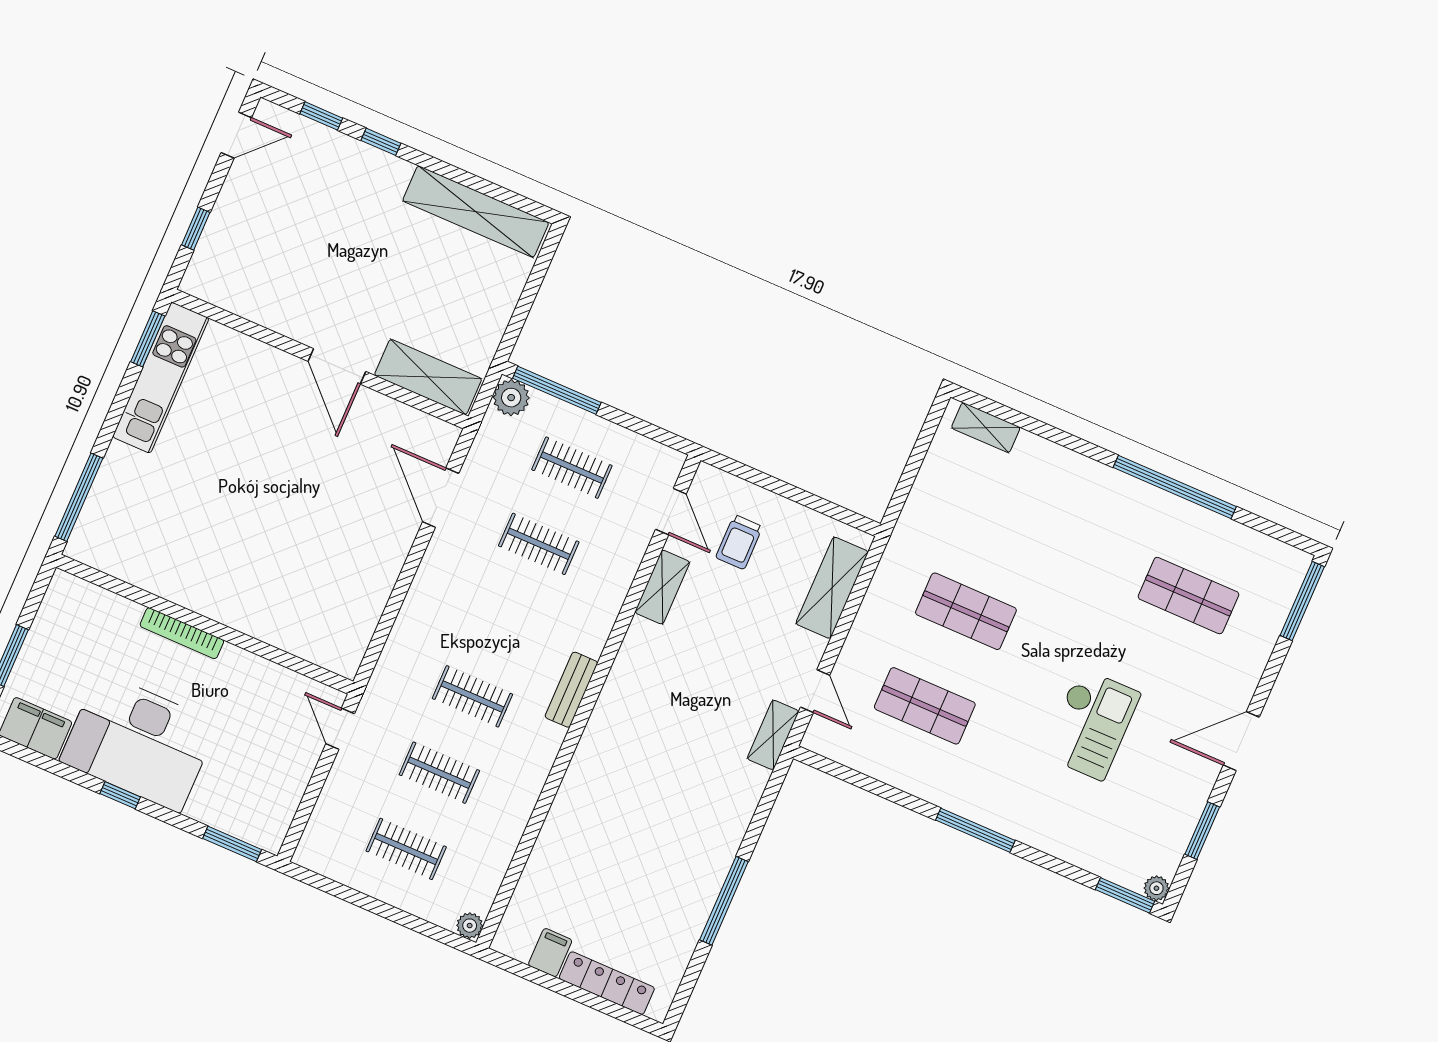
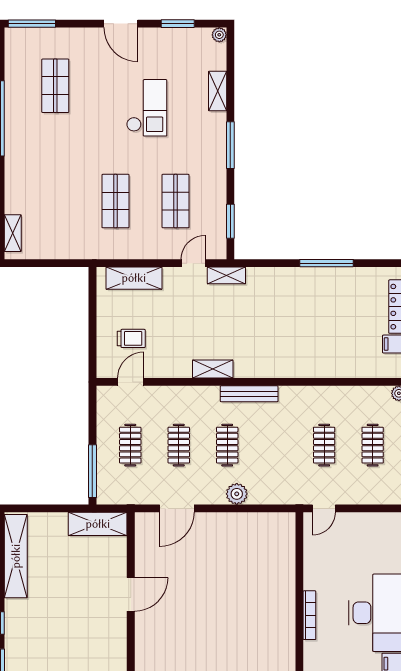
shelving: (428, 377) -> (98, 524), moved, turned 90
plant: (511, 398) -> (237, 494), moved
shelving: (662, 587) -> (213, 369), moved
bench: (571, 690) -> (249, 394), width x1.36
clothes rail: (472, 696) -> (227, 445), moved
checkout: (1091, 724) -> (147, 108), turned 90
shelving: (1069, 847) -> (218, 91), added
window: (1125, 895) -> (230, 221), moved

